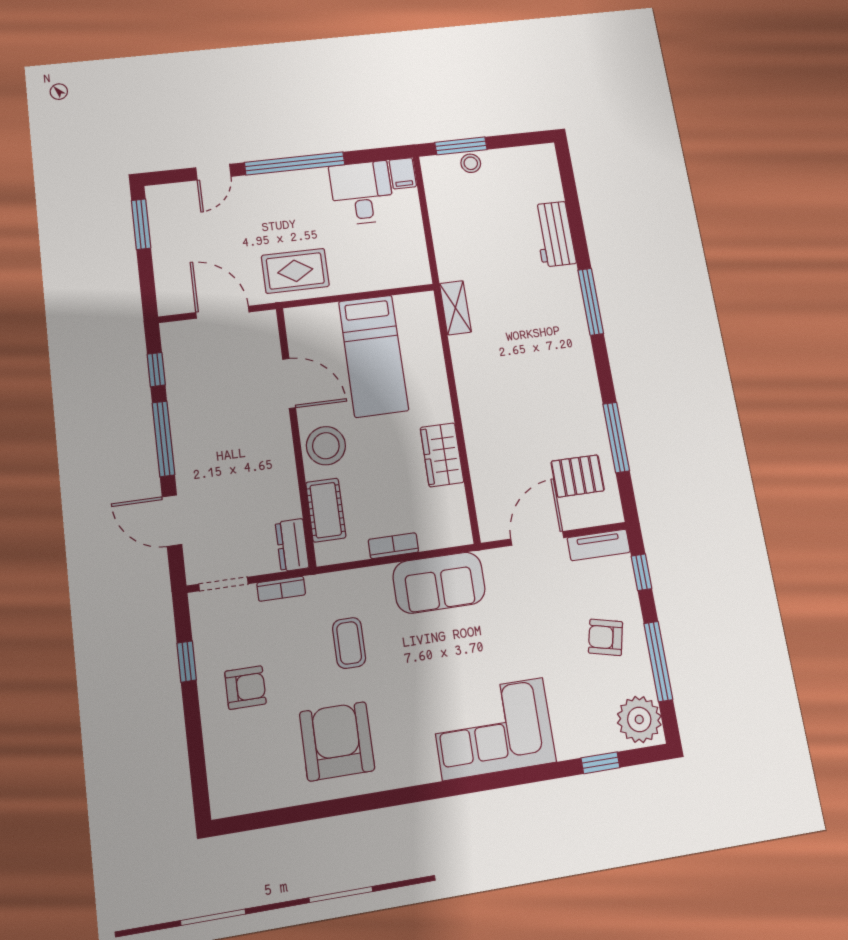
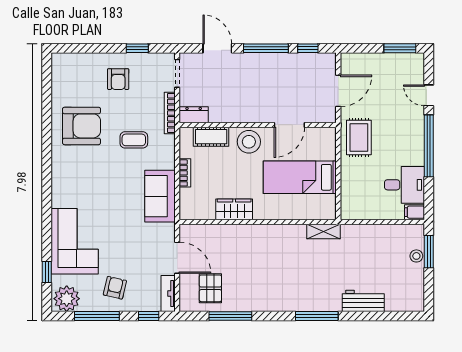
door: (172, 521) -> (217, 48), hinge flipped
bookcase: (281, 589) -> (170, 113), width x1.56
corner sofa: (493, 729) -> (75, 241), moved

